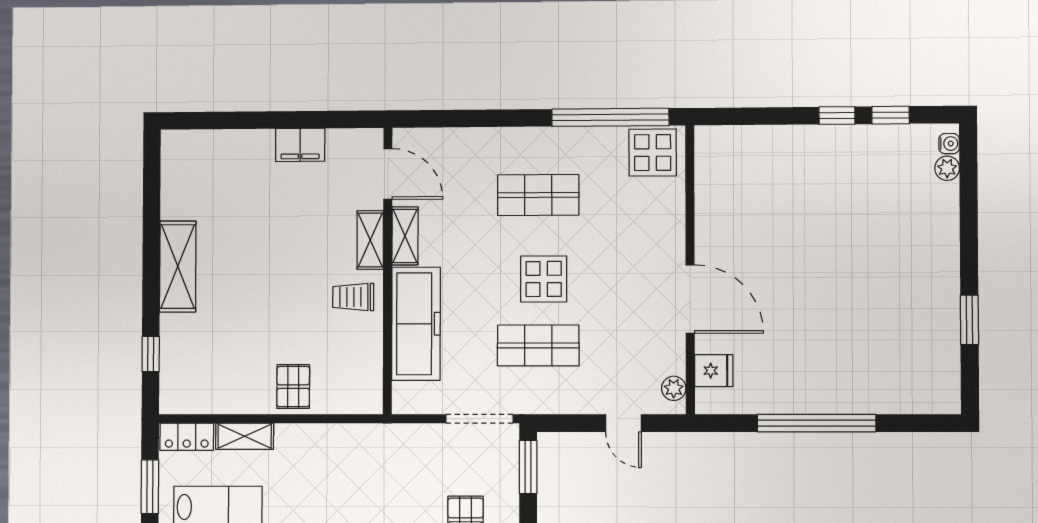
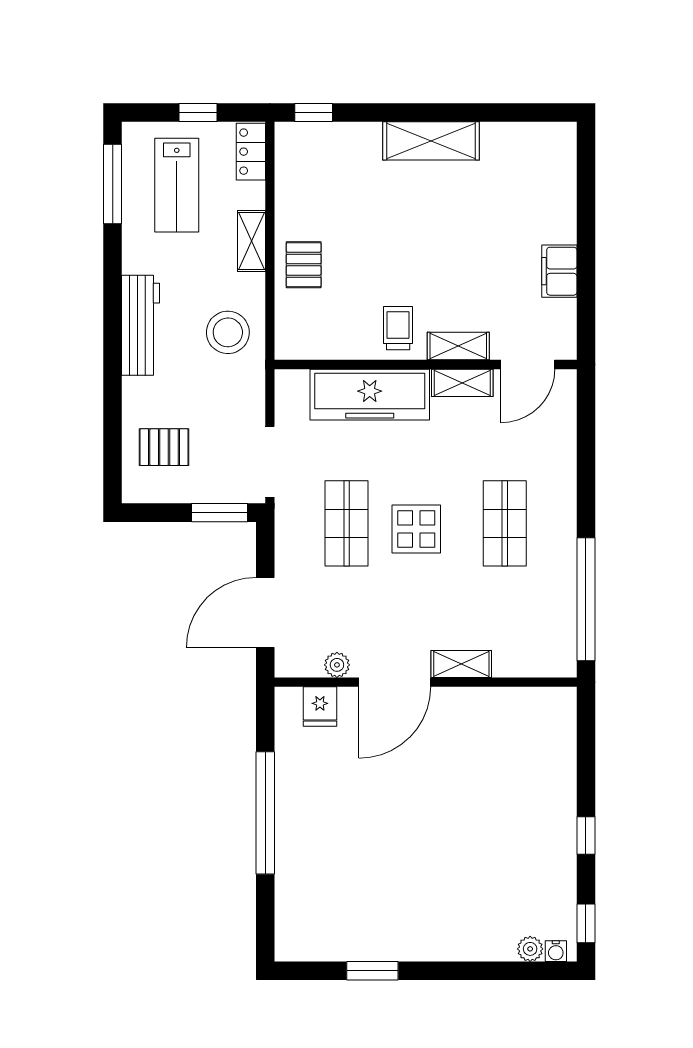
window: (891, 115) -> (586, 923), moved
display table: (653, 153) -> (549, 643), removed
shelving: (673, 236) -> (461, 664), added
window: (151, 354) -> (314, 113), moved
pallet: (293, 387) -> (304, 265), turned 90
plant: (674, 388) -> (337, 665), moved
door: (623, 423) -> (265, 612), width x1.87
shelving: (245, 436) -> (251, 241), moved
stool: (357, 459) -> (228, 332), added
window: (150, 487) -> (198, 113), width x0.67

